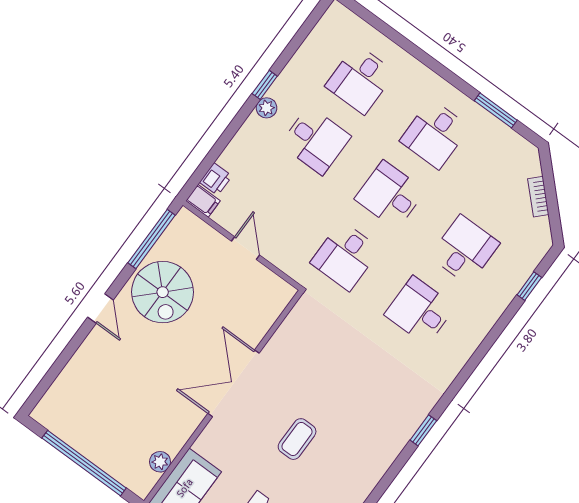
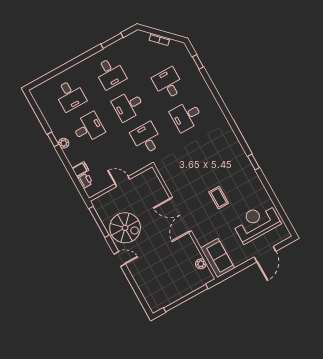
filing cabinet: (203, 201) -> (80, 169), moved
desk: (345, 256) -> (146, 138), turned 180
window: (423, 430) -> (254, 162), moved

